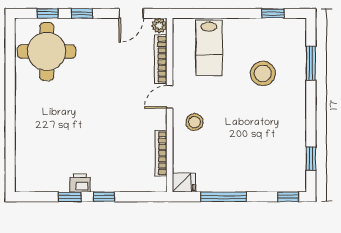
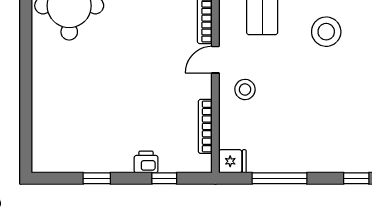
printer: (80, 183) -> (146, 162), moved
window: (104, 197) -> (164, 178), moved

